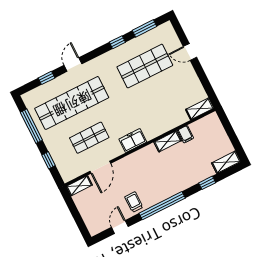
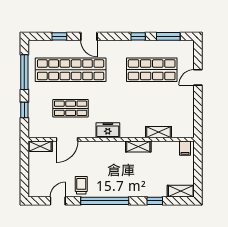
door: (190, 52) -> (198, 77), hinge flipped
door: (73, 65) -> (89, 36), swing flipped
shelving: (200, 109) -> (159, 132), moved
filing cabinet: (186, 134) -> (185, 148), moved

